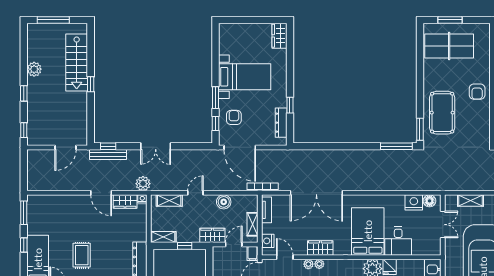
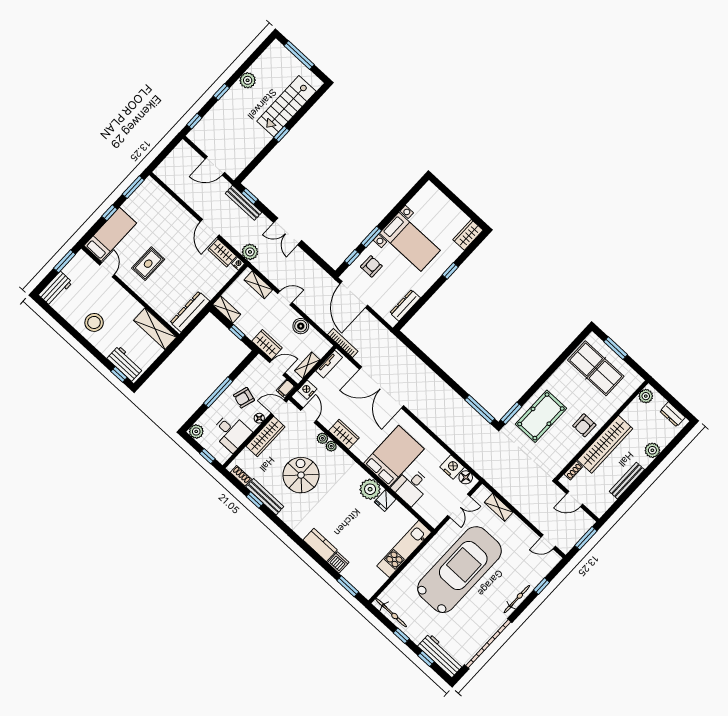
window: (290, 105) -> (450, 271), moved

